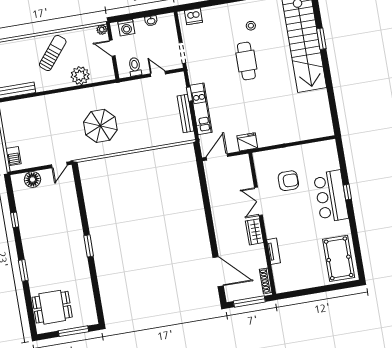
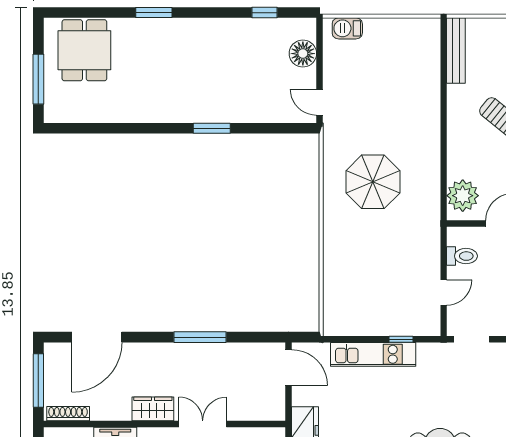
plant: (80, 76) -> (463, 196), moved
bench: (186, 114) -> (370, 327), removed
window: (208, 211) -> (200, 337), added
window: (15, 220) -> (265, 13), moved
window: (89, 246) -> (212, 128), moved

